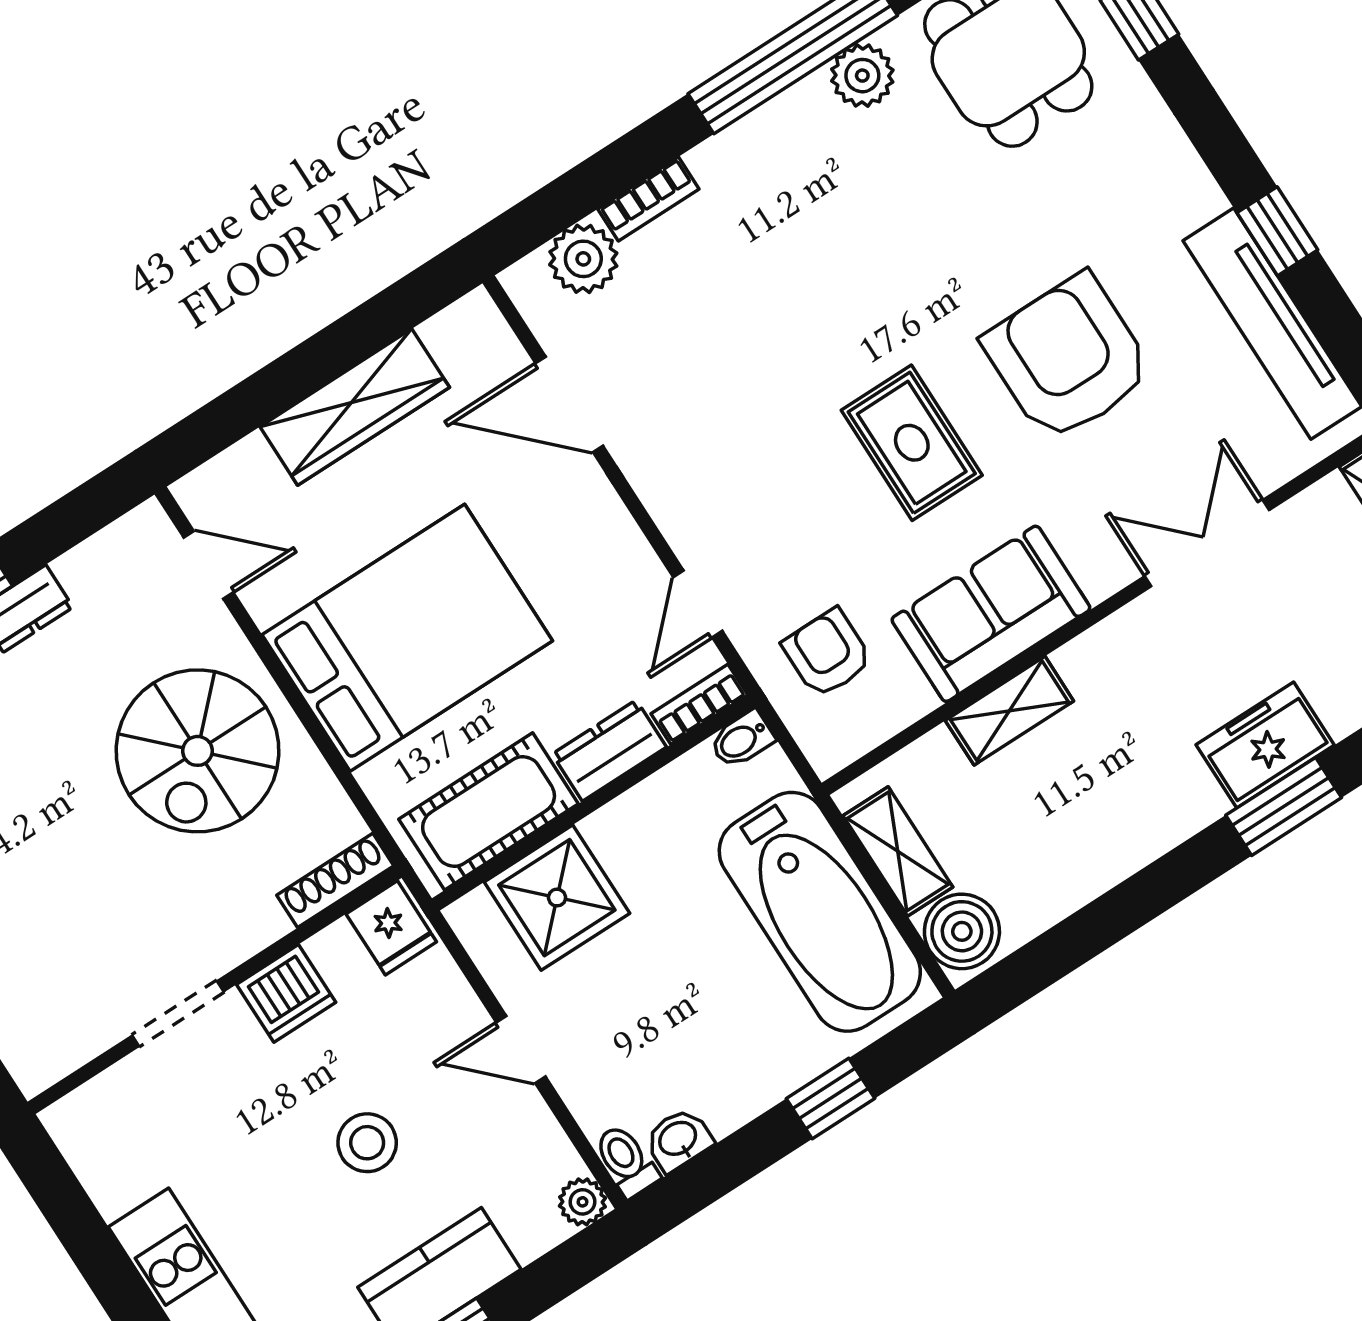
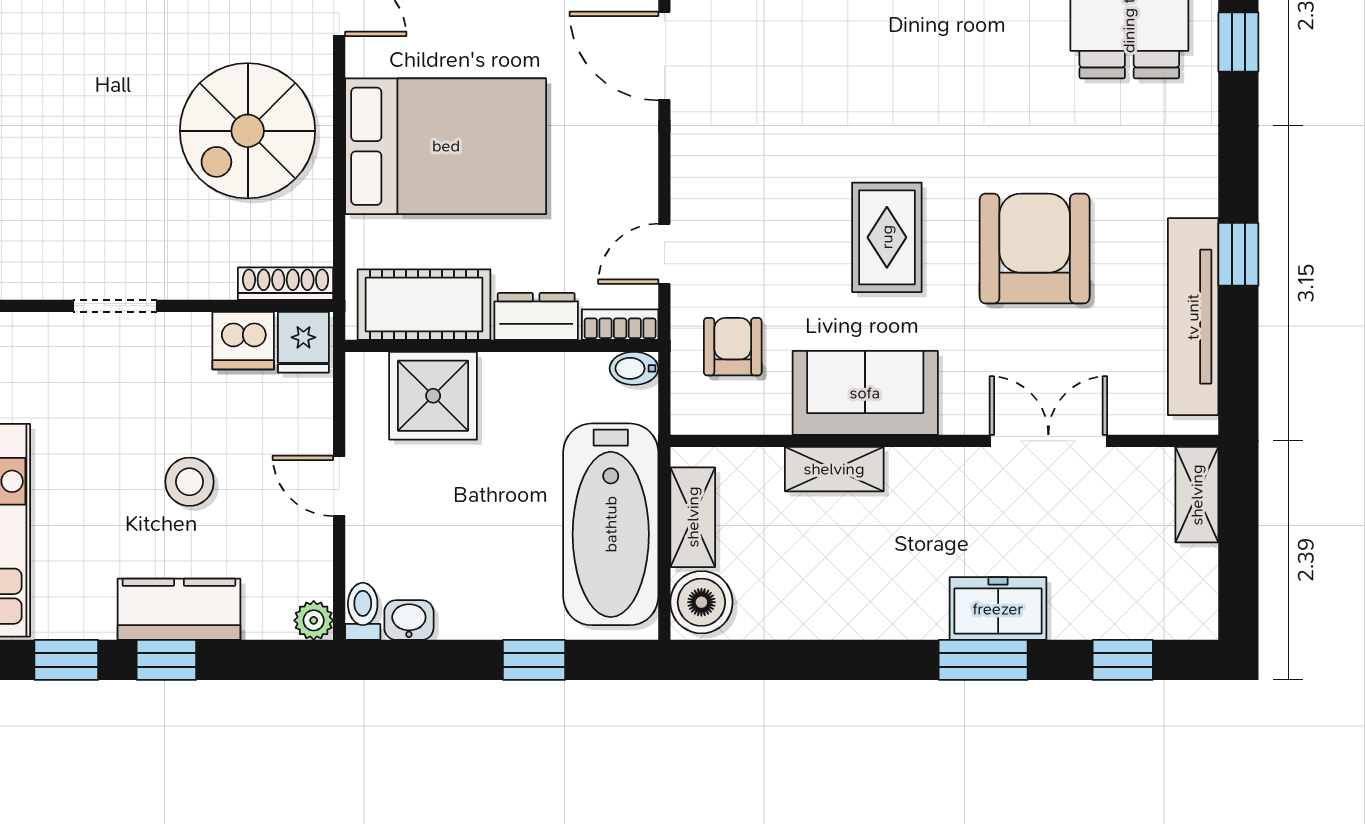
dishwasher: (286, 993) -> (243, 341), moved

